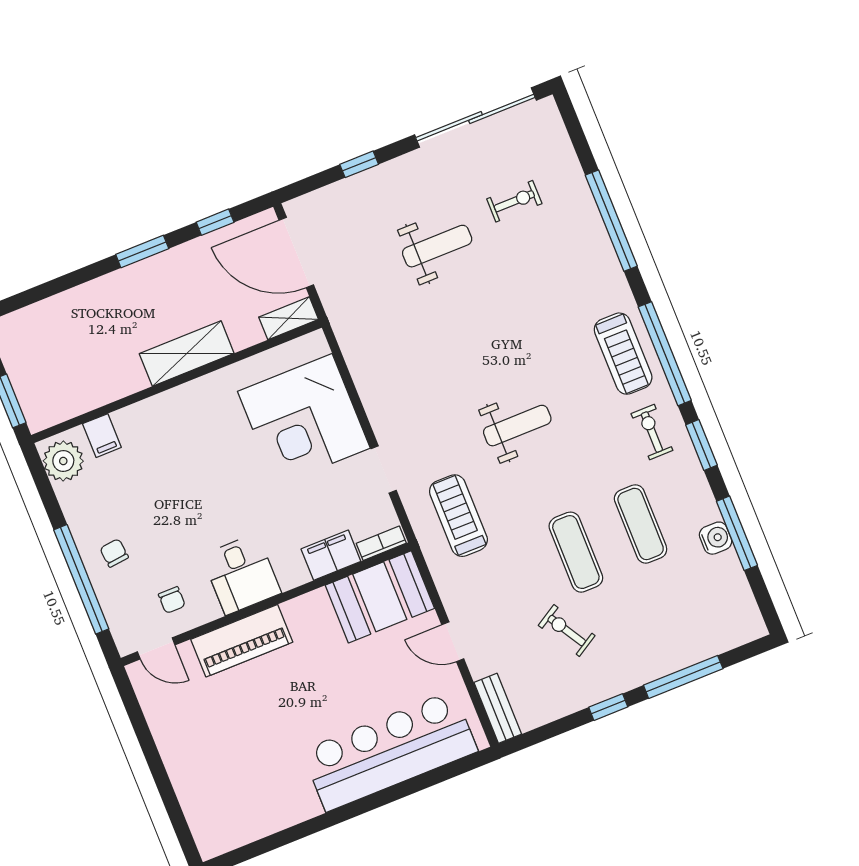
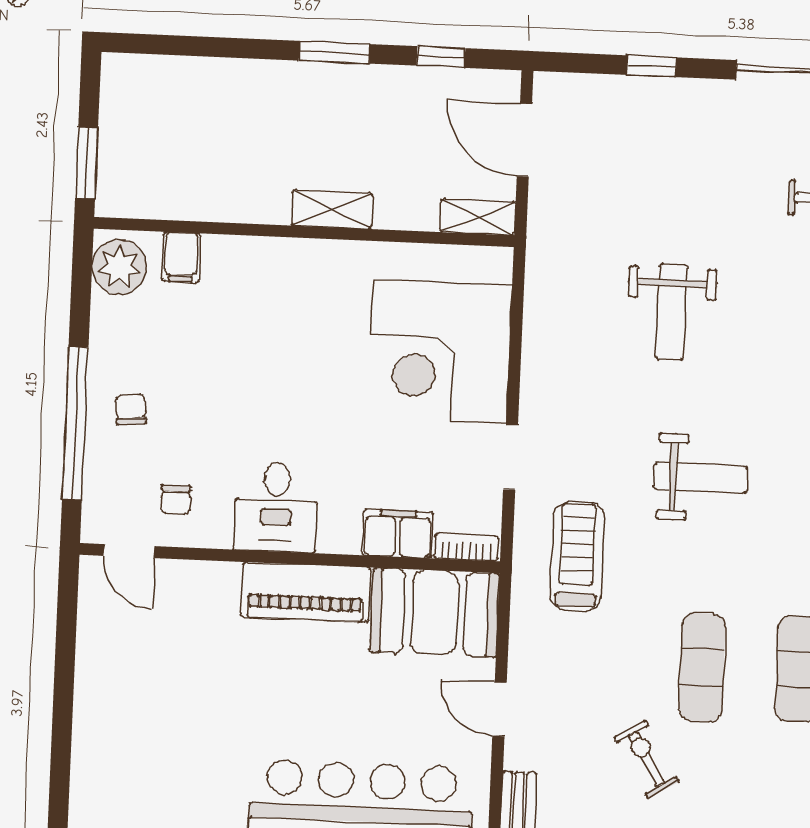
weight bench: (437, 246) -> (672, 312), moved, turned 90
door: (296, 253) -> (524, 140), width x0.73
shelving: (187, 353) -> (332, 209), width x0.67, depth x0.75
piano: (242, 641) -> (306, 592), moved

